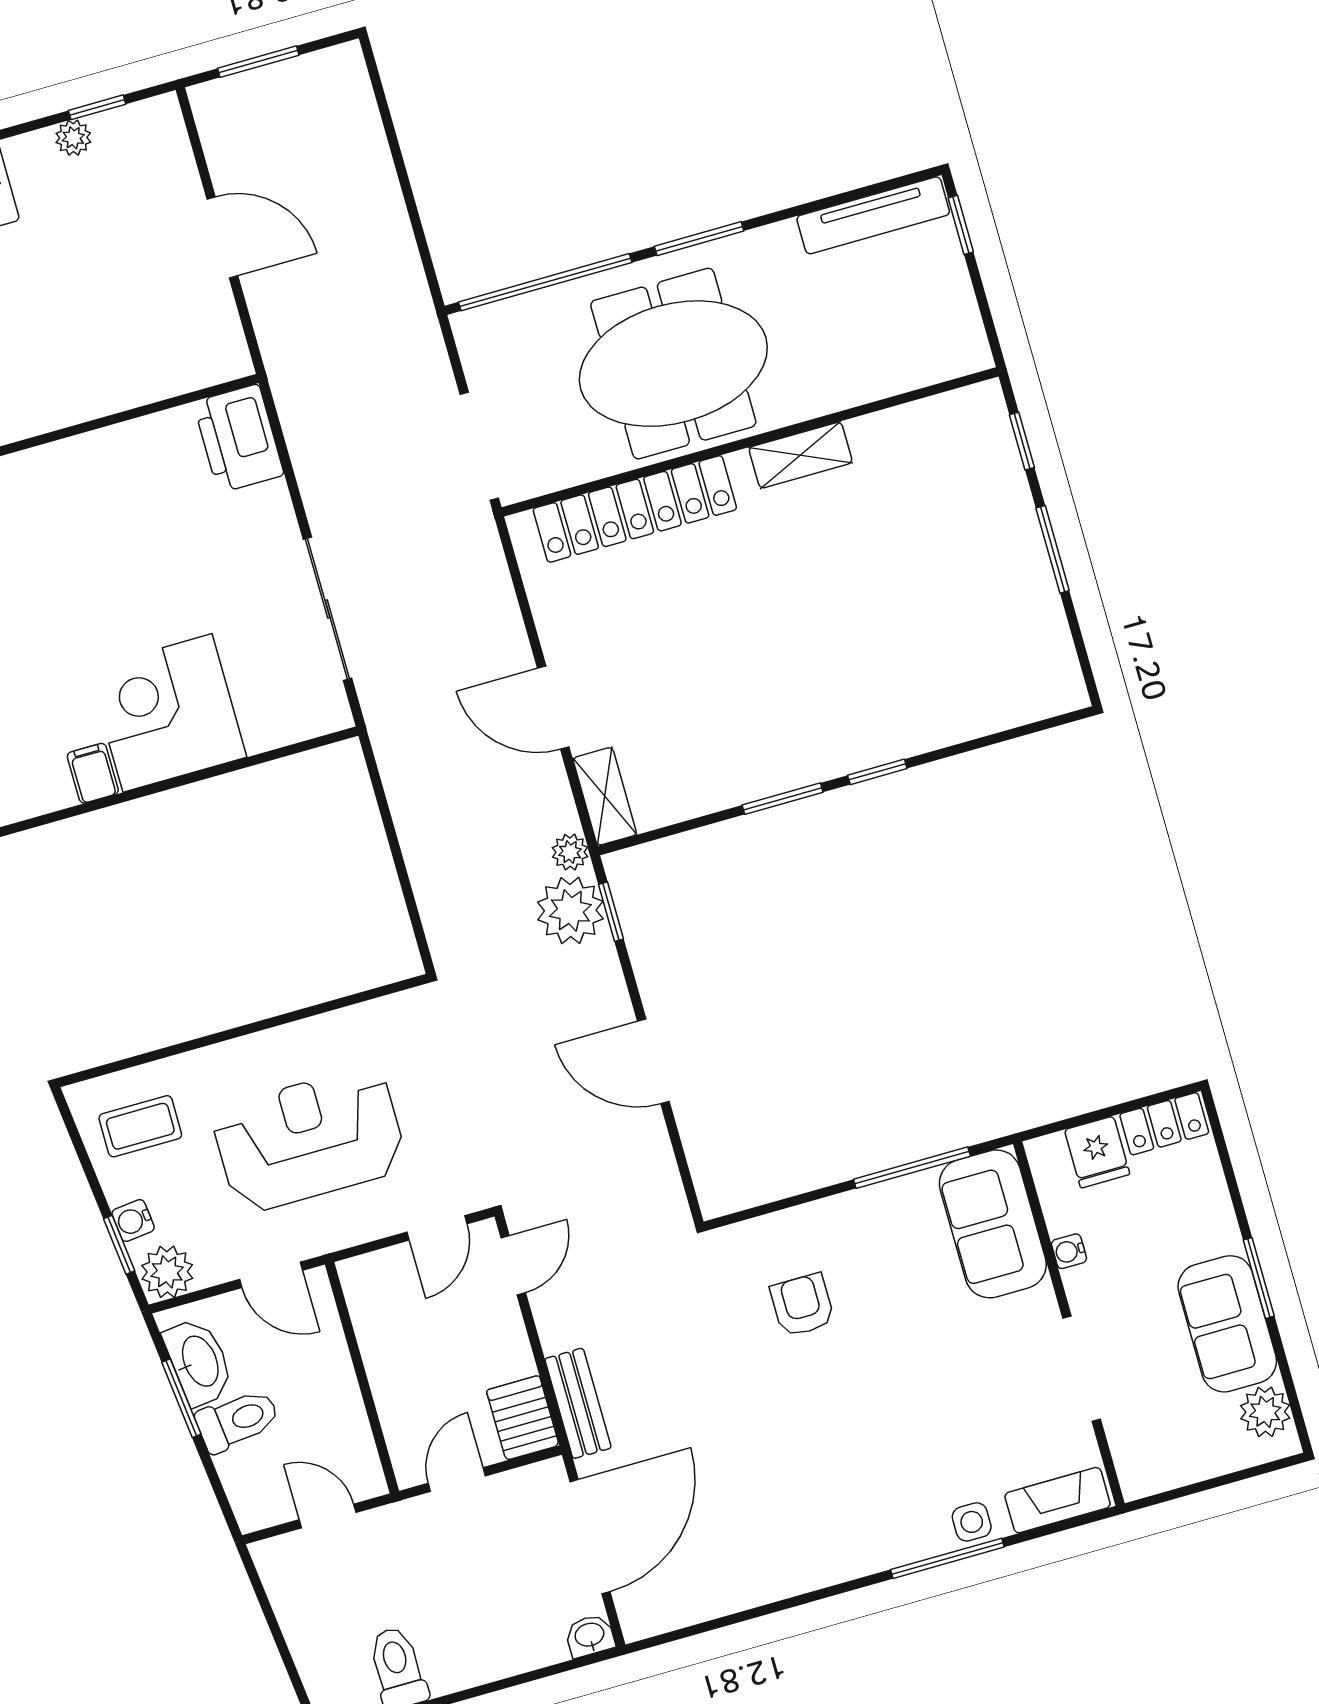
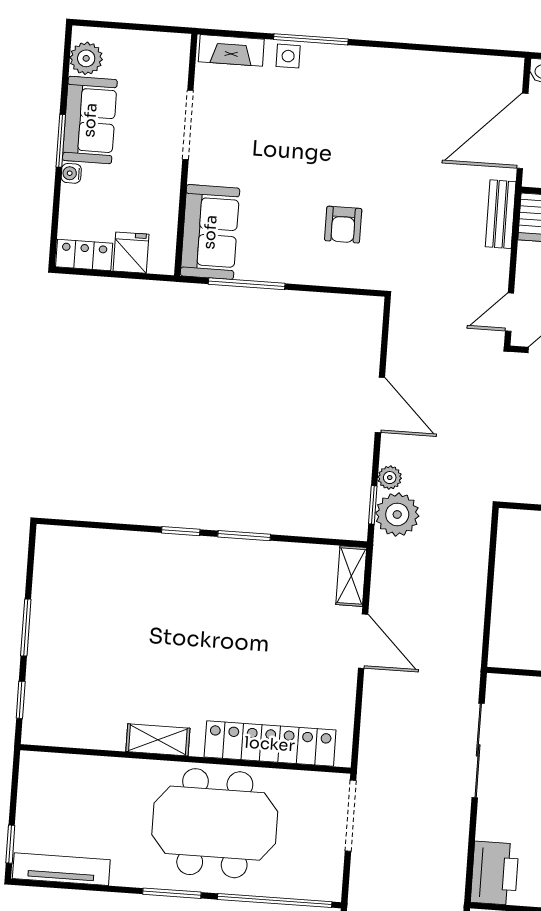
plant: (570, 852) -> (390, 478), moved
water cooler: (1069, 1251) -> (71, 173), moved, turned 180

